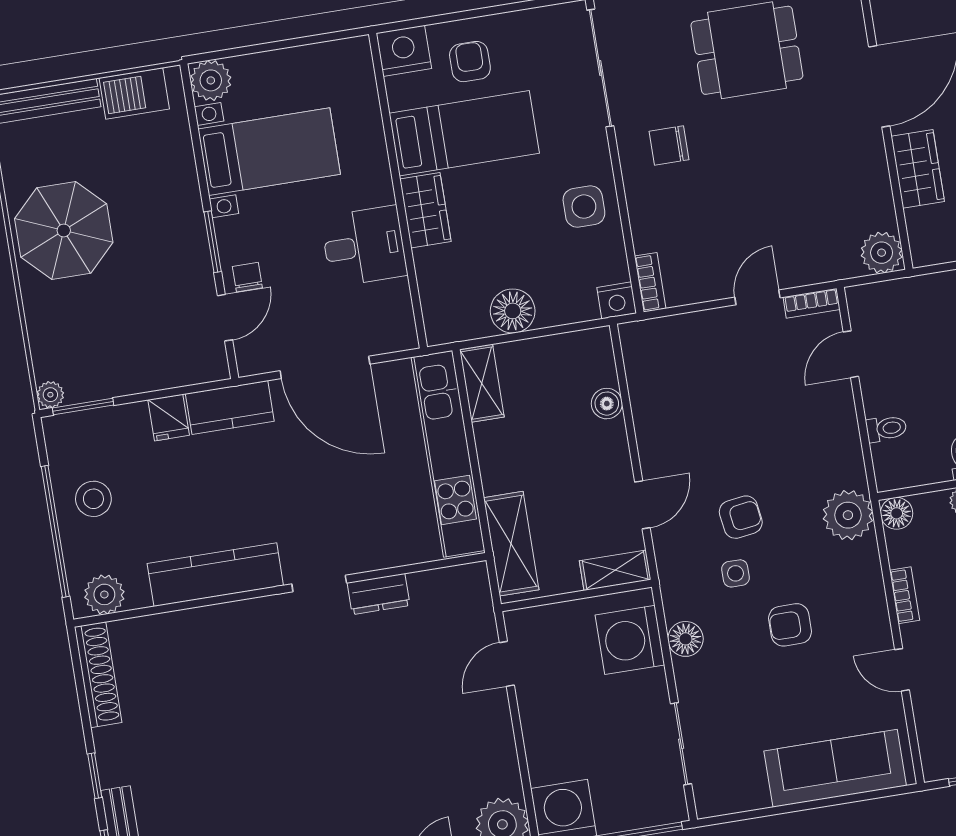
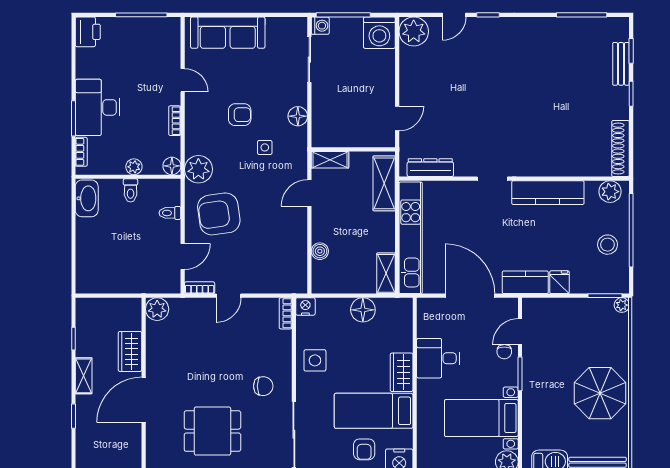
armchair: (741, 517) -> (219, 214), moved, width x1.88, depth x1.88
dresser: (379, 594) -> (430, 168), moved, width x1.44
washing machine: (630, 640) -> (320, 26), moved, width x0.53, depth x0.53

